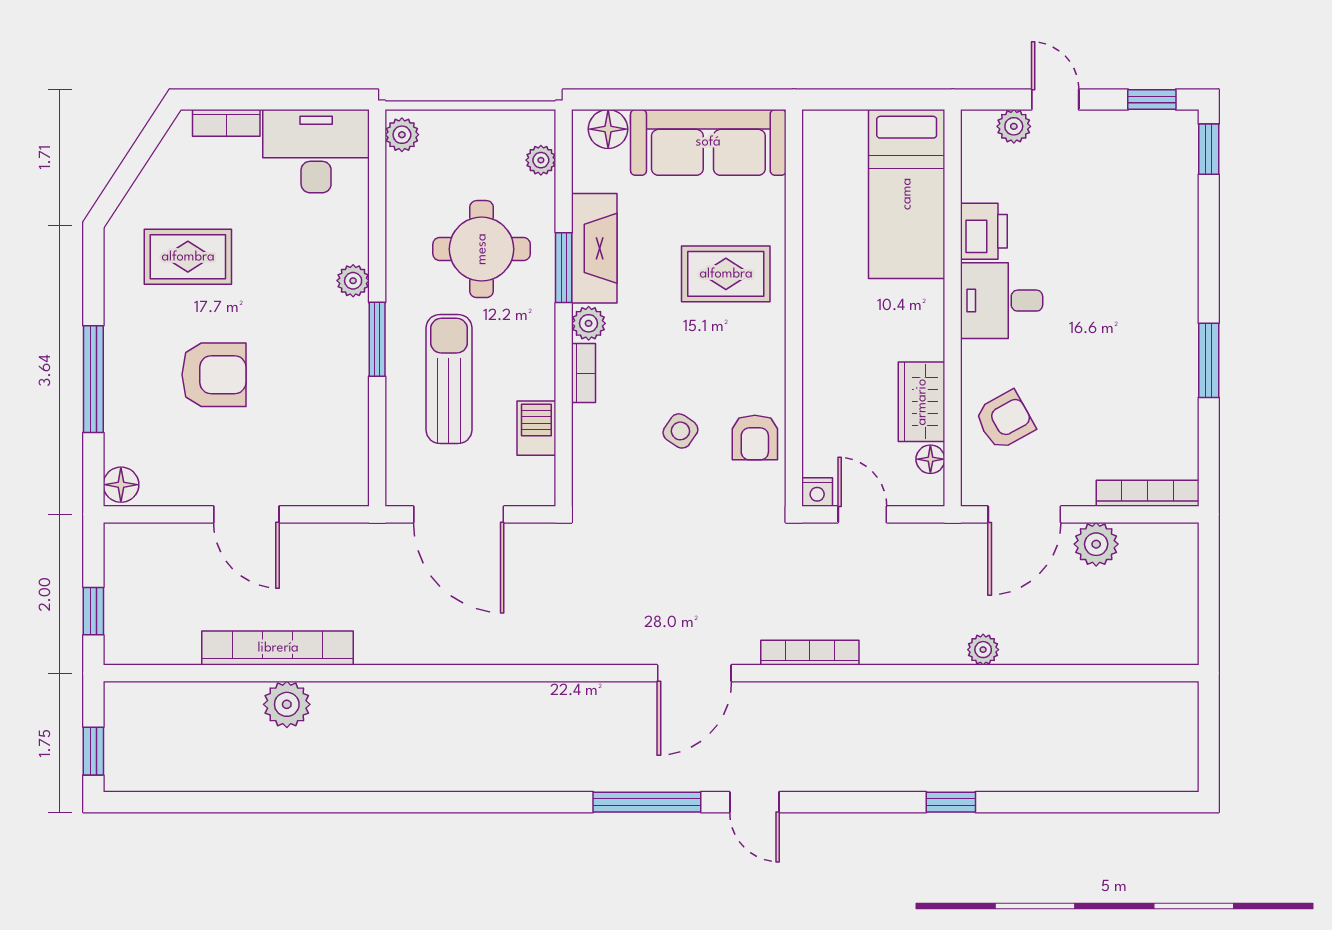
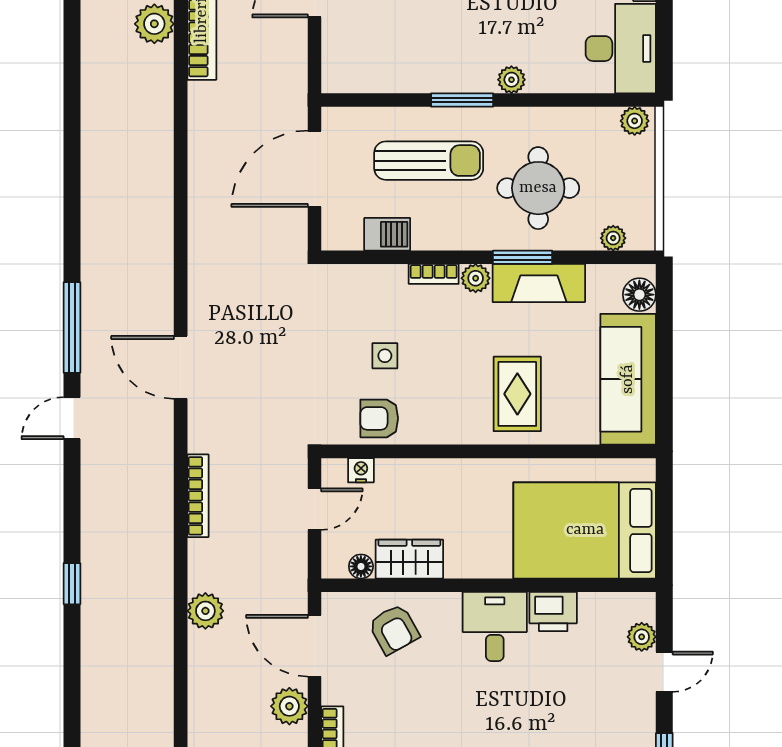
bed: (907, 194) -> (585, 530), width x1.50
side table: (680, 431) -> (385, 356), turned -34
nightstand: (817, 492) -> (361, 470), moved, turned 90
plant: (983, 650) -> (205, 611), width x1.38, depth x1.38
bookcase: (810, 653) -> (198, 496), moved

